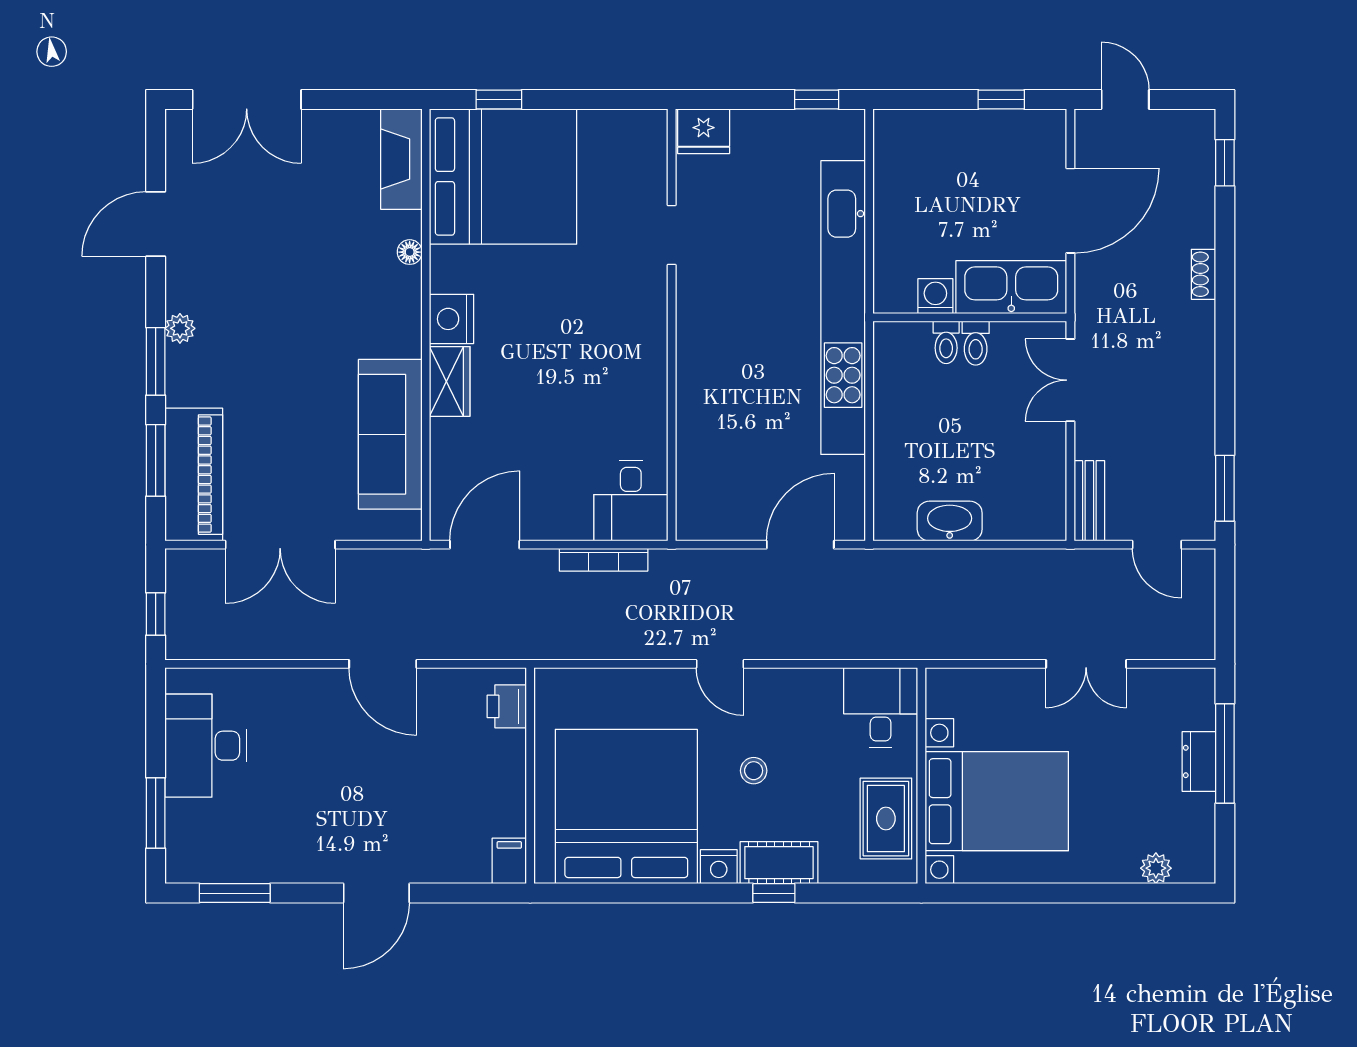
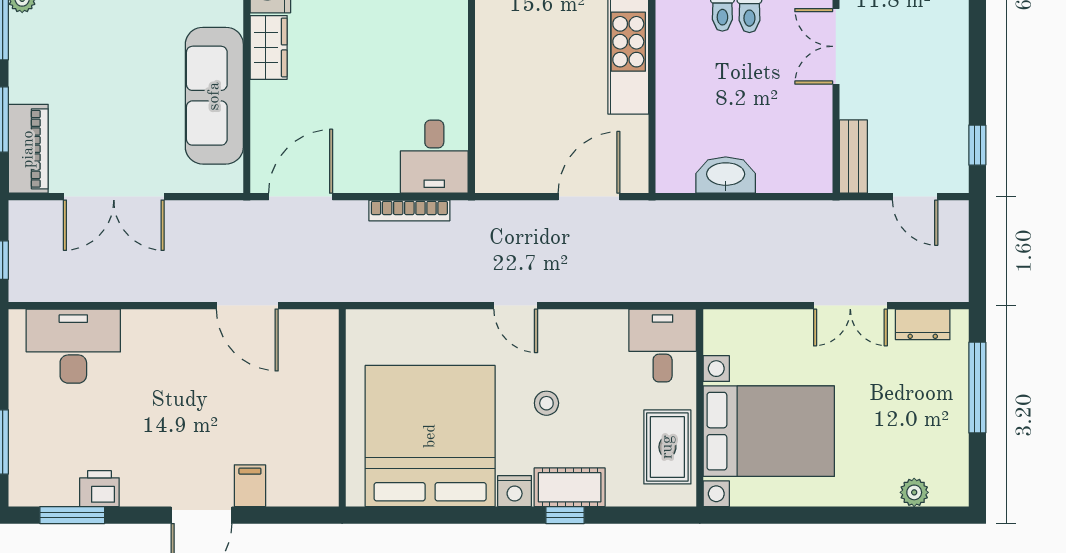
piano: (194, 475) -> (28, 149), width x0.73, depth x0.75
window: (1225, 488) -> (977, 145), width x0.67
door: (383, 664) -> (247, 306), moved
printer: (507, 706) -> (99, 489), moved, turned 90
desk: (205, 746) -> (73, 346), moved, turned 90
dresser: (1199, 762) -> (923, 324), moved, turned -90
filing cabinet: (509, 861) -> (250, 486), moved

